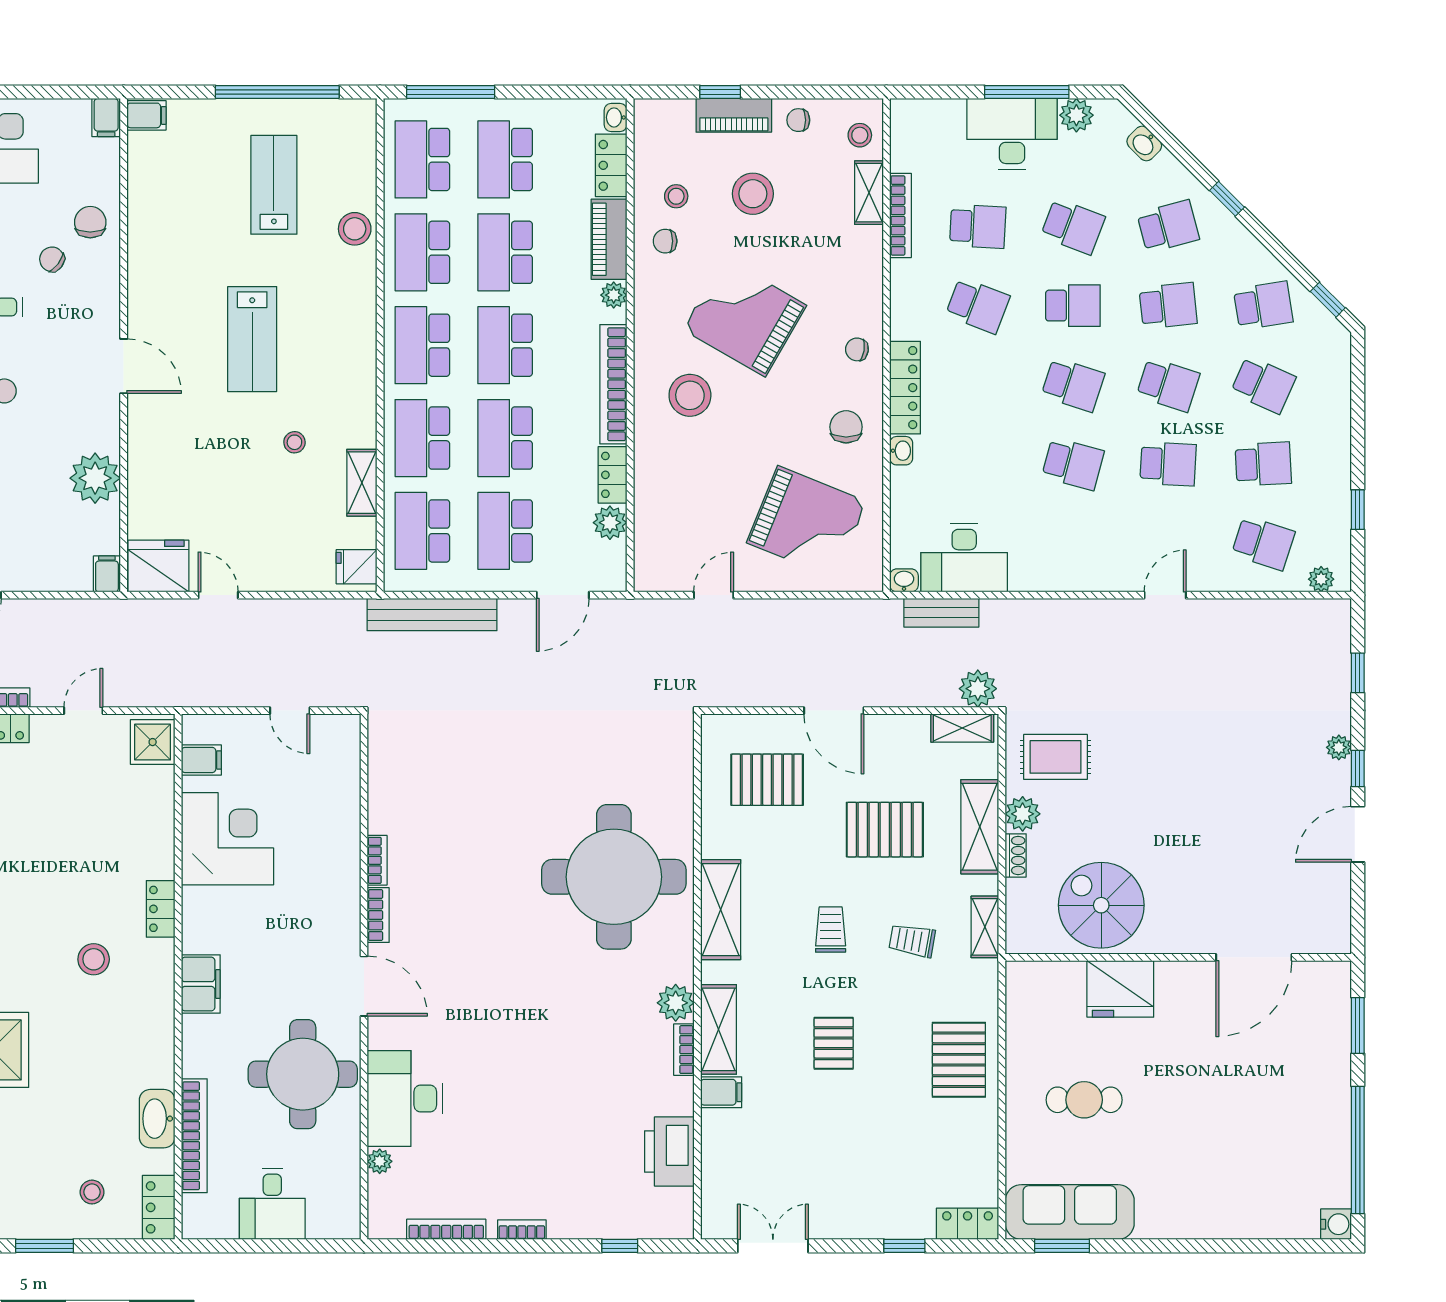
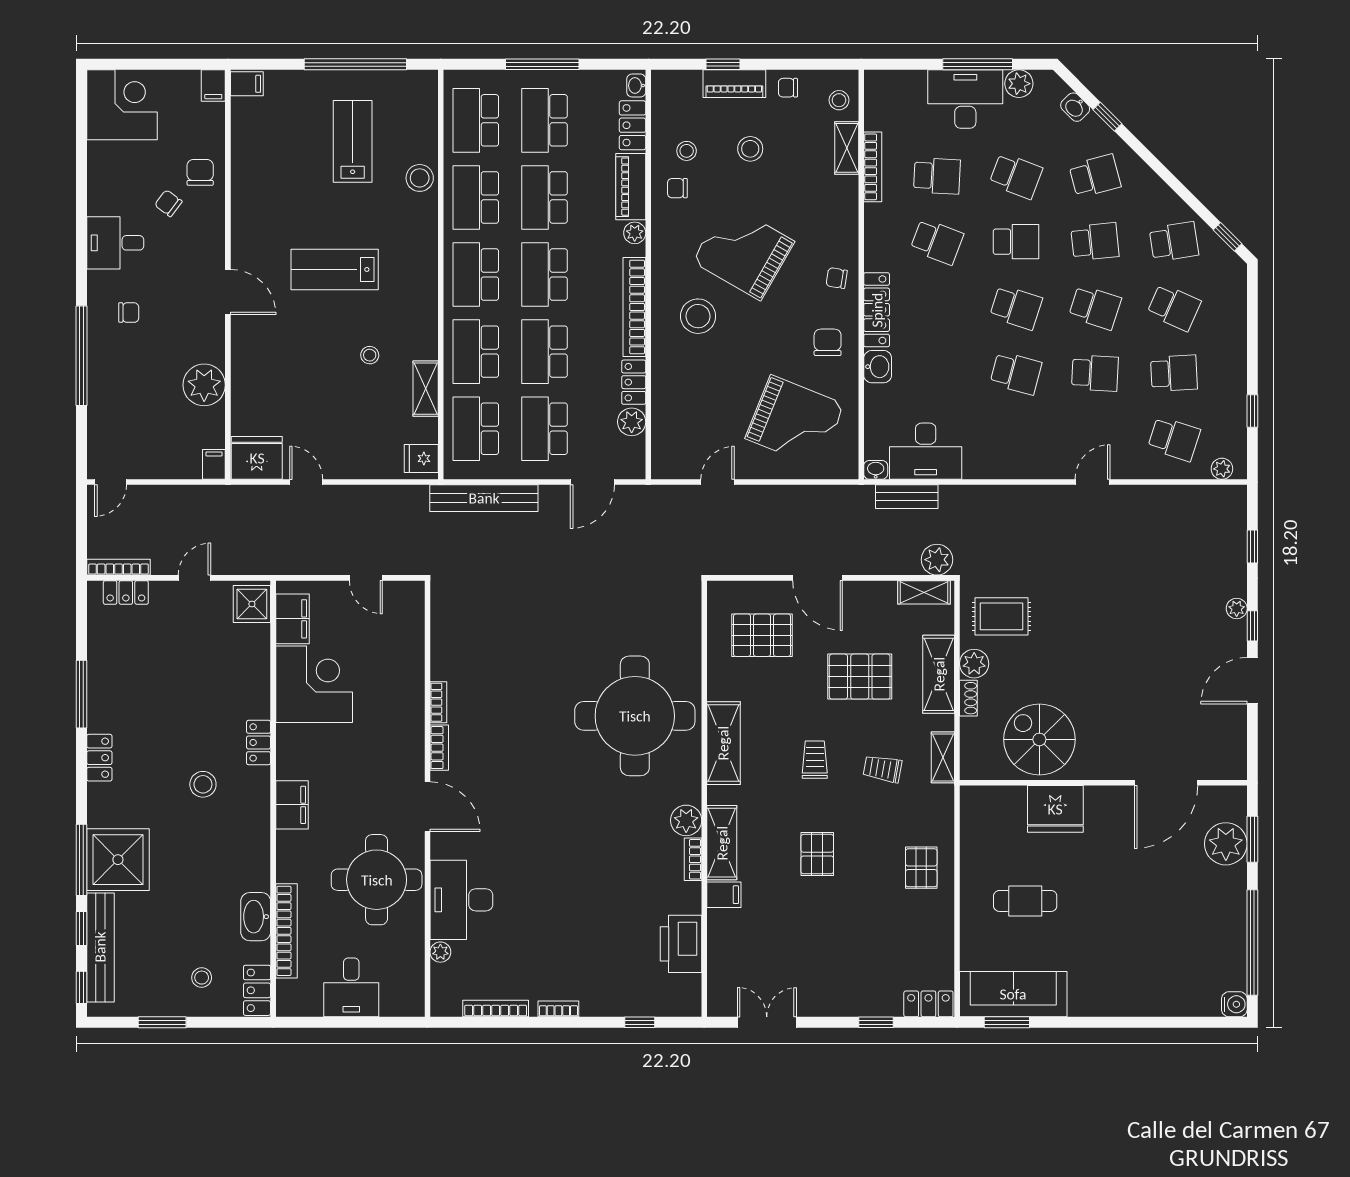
window: (451, 92) -> (542, 64), moved
stool: (753, 194) -> (750, 149), width x0.73, depth x0.73
window: (1227, 199) -> (1107, 117), moved
lab bench: (252, 339) -> (335, 269), turned 90
washbasin: (901, 451) -> (878, 367), width x1.38, depth x1.45
filing cabinet: (201, 760) -> (292, 619), width x2.00
plant: (1326, 1031) -> (1226, 844), added
pallet: (959, 1060) -> (921, 868), width x0.67, depth x0.71

